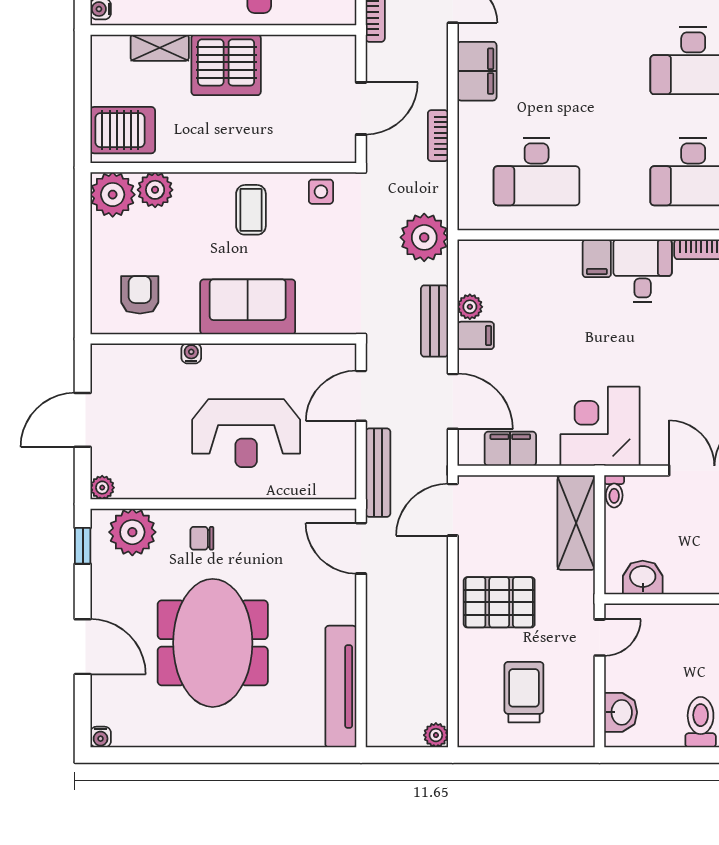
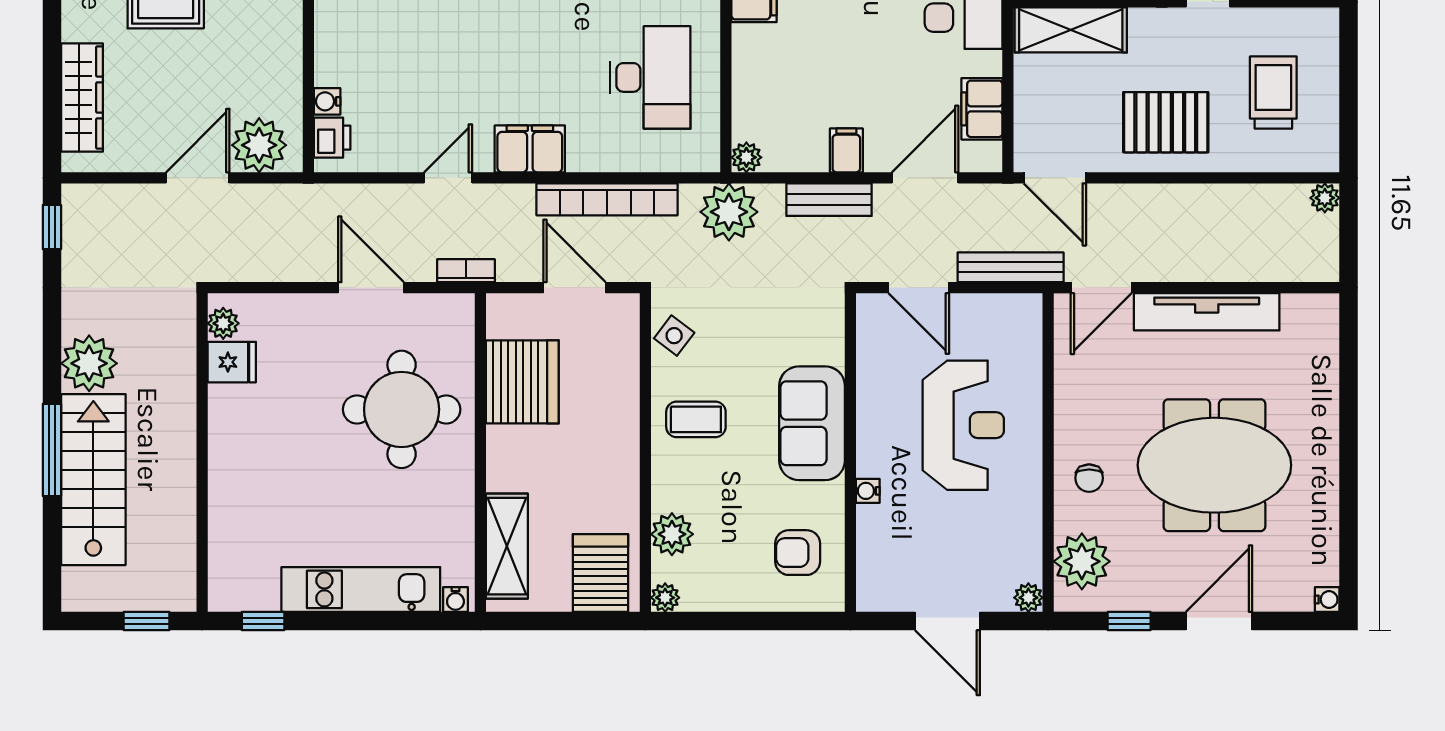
shelving: (160, 48) -> (507, 546), width x1.50, depth x1.33
server rack: (226, 65) -> (522, 382), moved
bookcase: (438, 136) -> (607, 199), width x2.31, depth x1.31
side table: (321, 192) -> (674, 336), turned 37
plant: (113, 195) -> (665, 598), width x0.53, depth x0.53
plant: (470, 307) -> (746, 157), moved
window: (83, 546) -> (1129, 621), moved
pallet: (499, 602) -> (1166, 122), turned 90
tv unit: (341, 687) -> (1207, 312), moved
trolley: (524, 692) -> (1273, 93), turned 90

